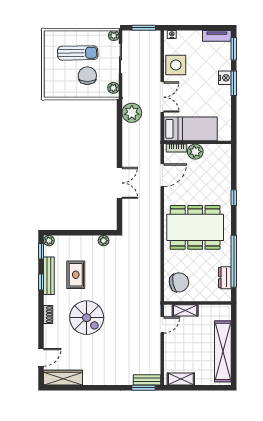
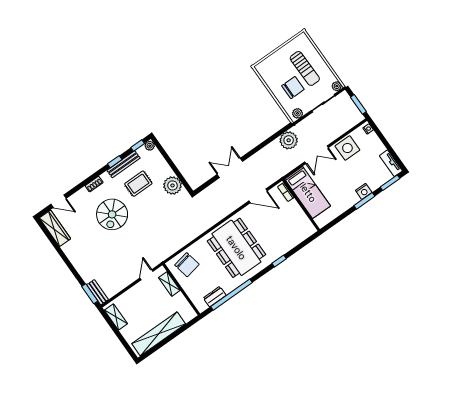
plant: (195, 152) -> (293, 208), removed
double door: (119, 183) -> (230, 168), swing flipped
plant: (104, 241) -> (172, 185), width x1.88, depth x1.88
door: (162, 325) -> (146, 275), swing flipped

